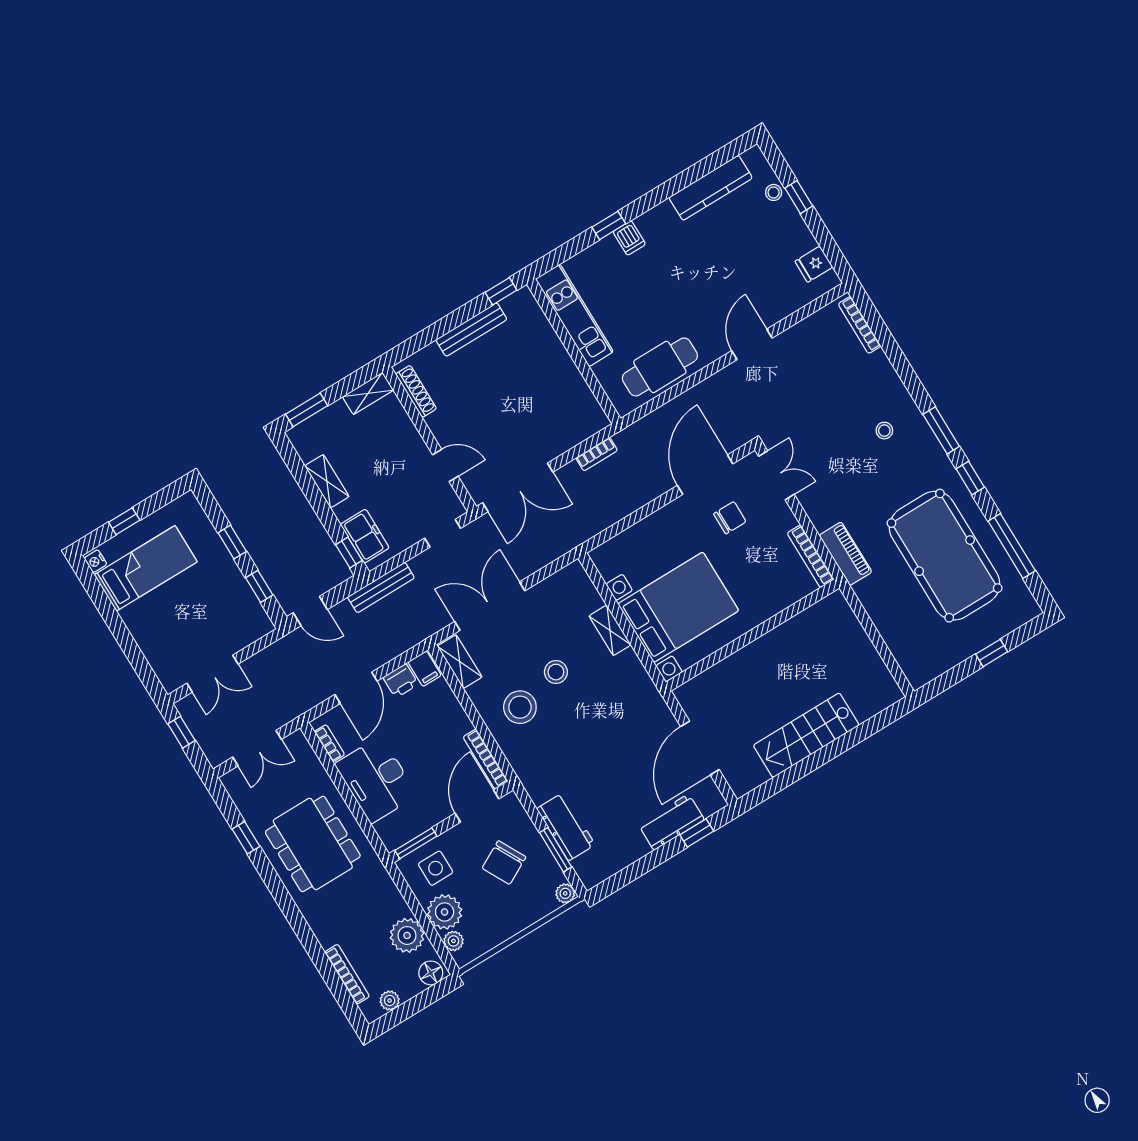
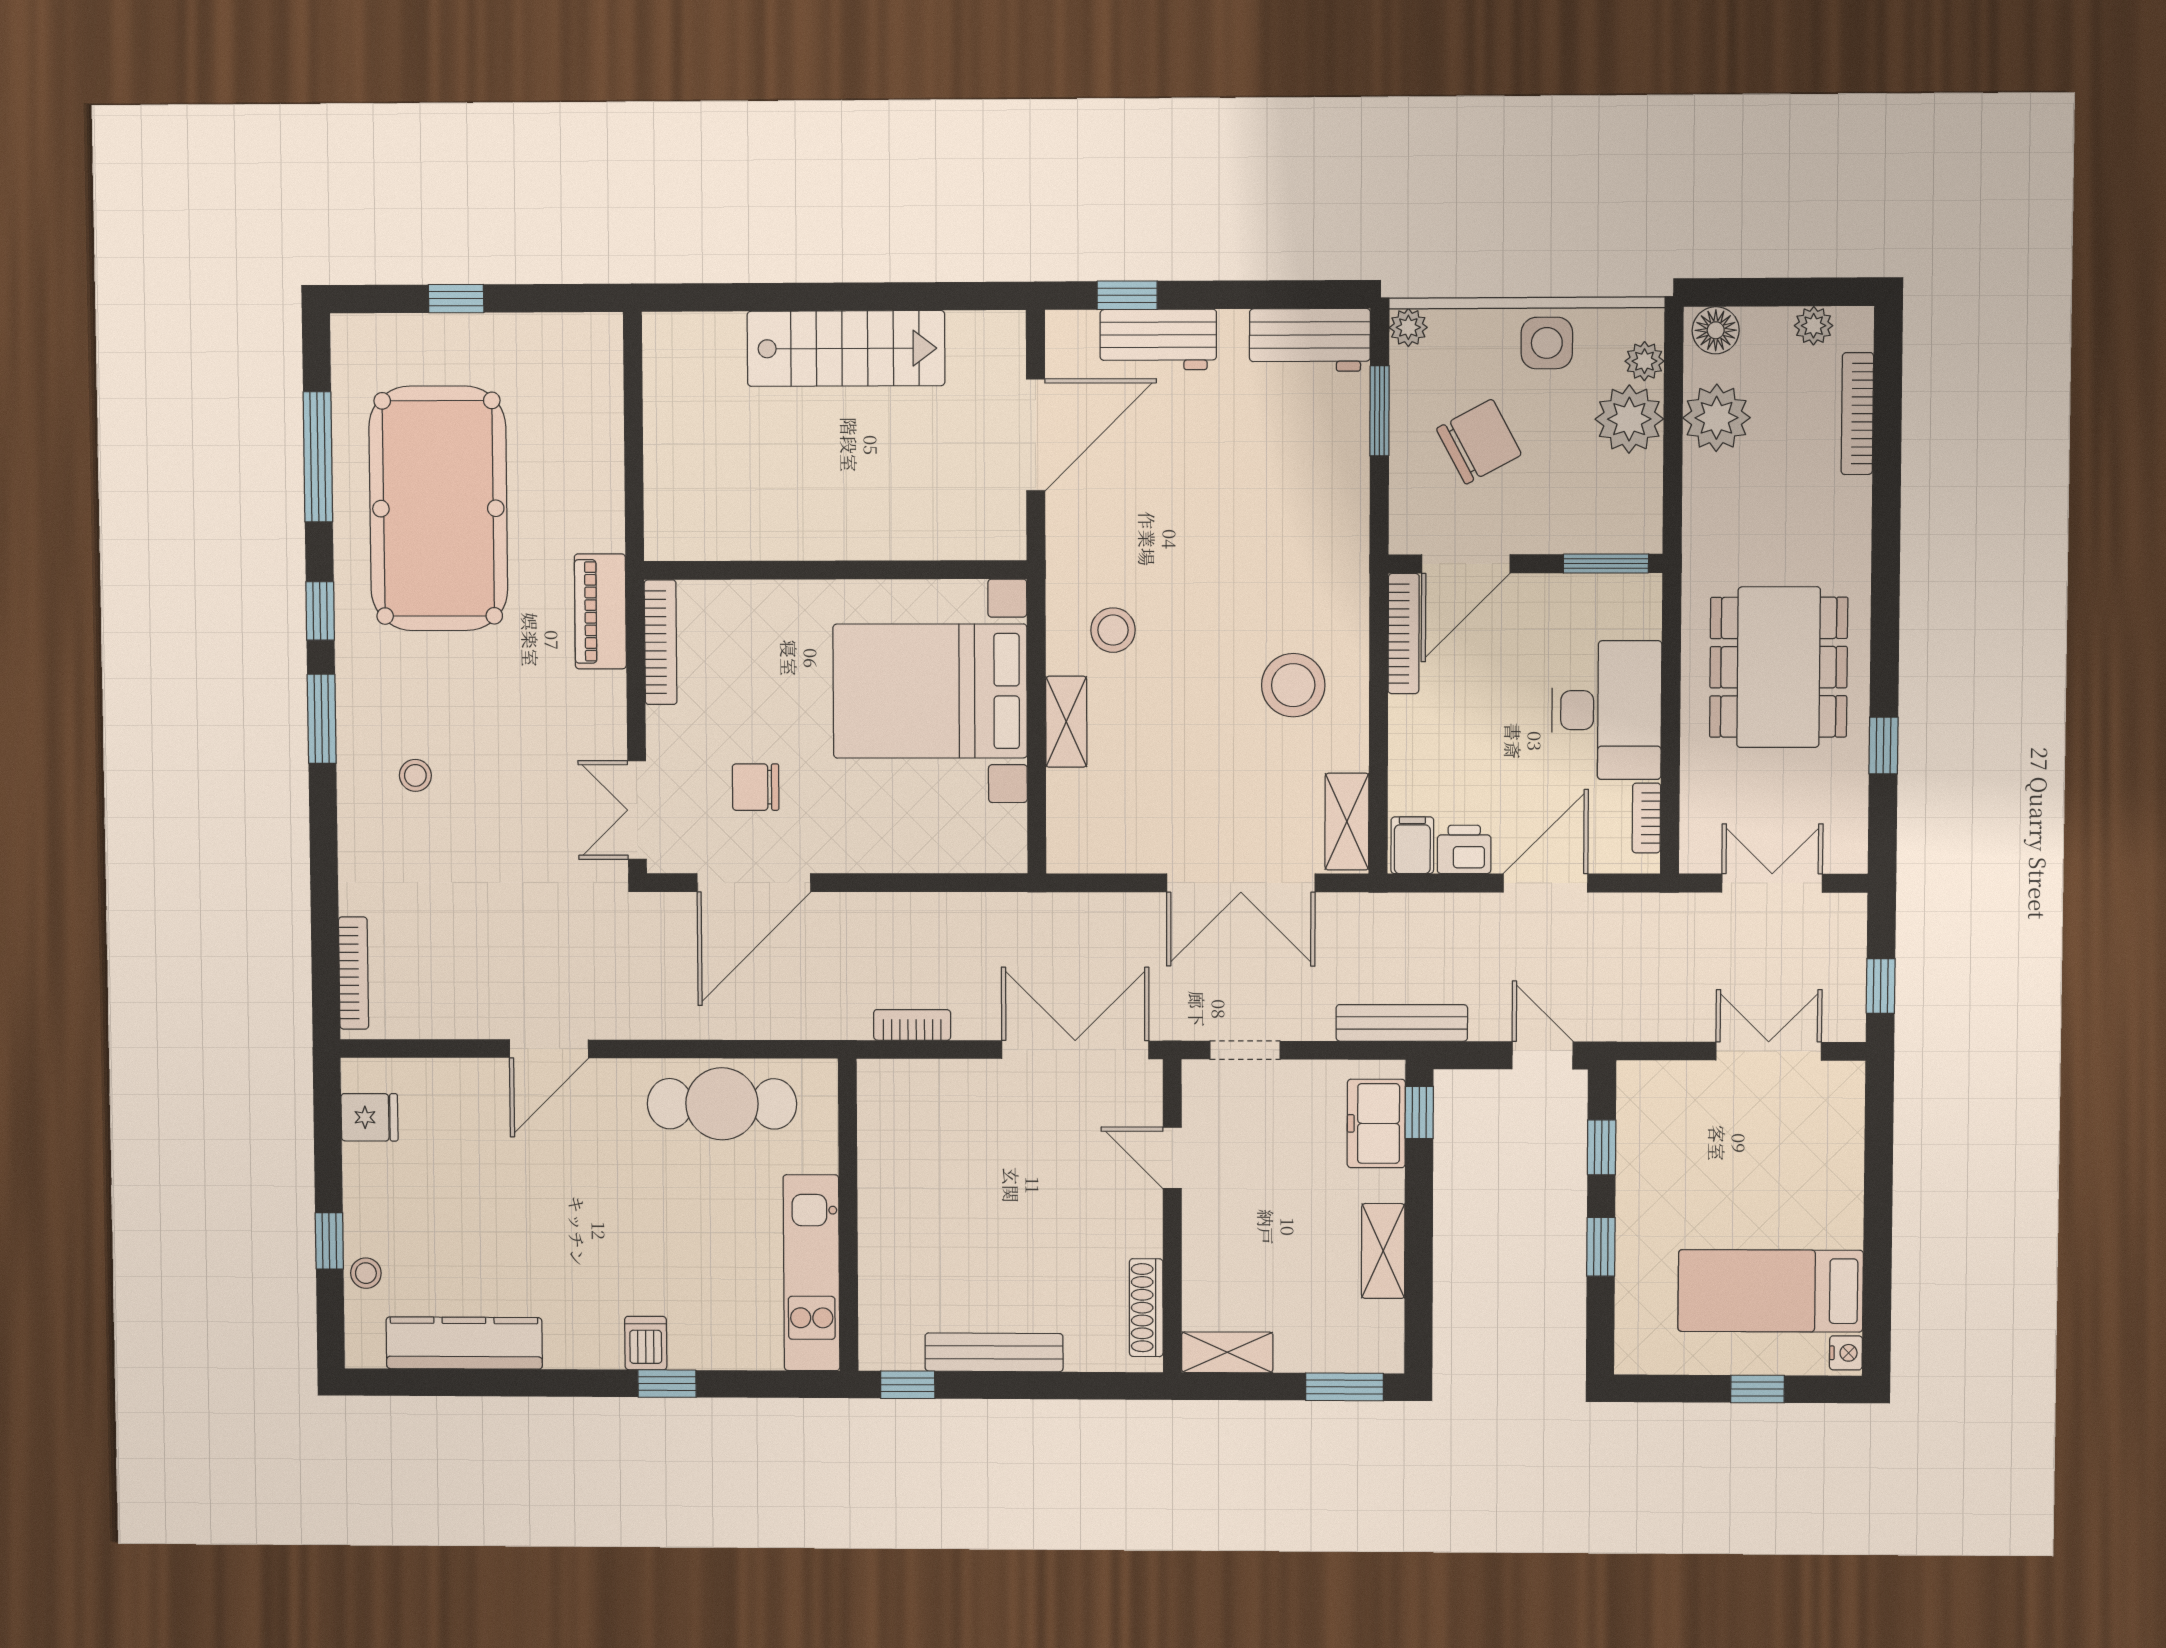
stool: (556, 672) -> (1113, 630), moved
workbench: (566, 827) -> (1310, 340), moved, turned -90
side table: (436, 868) -> (1547, 343), moved

